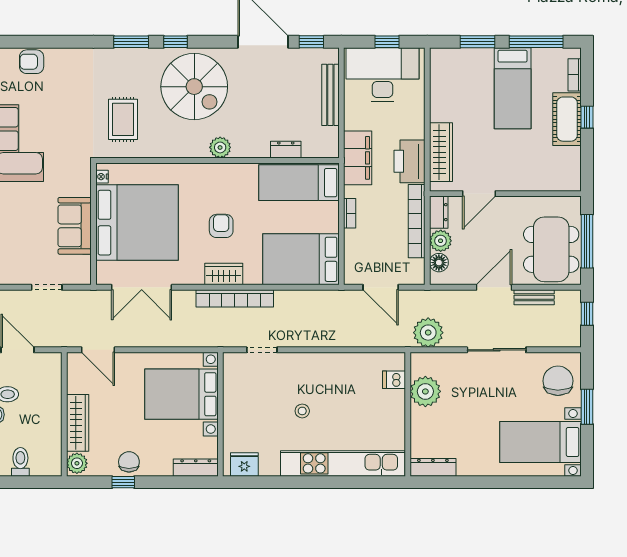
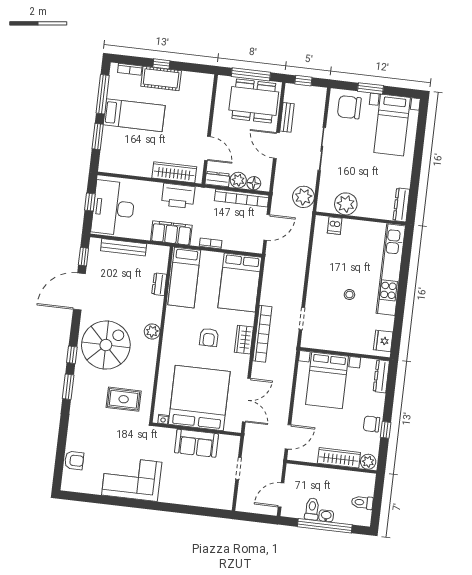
armchair: (32, 62) -> (74, 460), turned -90
bookcase: (417, 221) -> (242, 198), moved
armchair: (221, 226) -> (209, 337), turned -90

